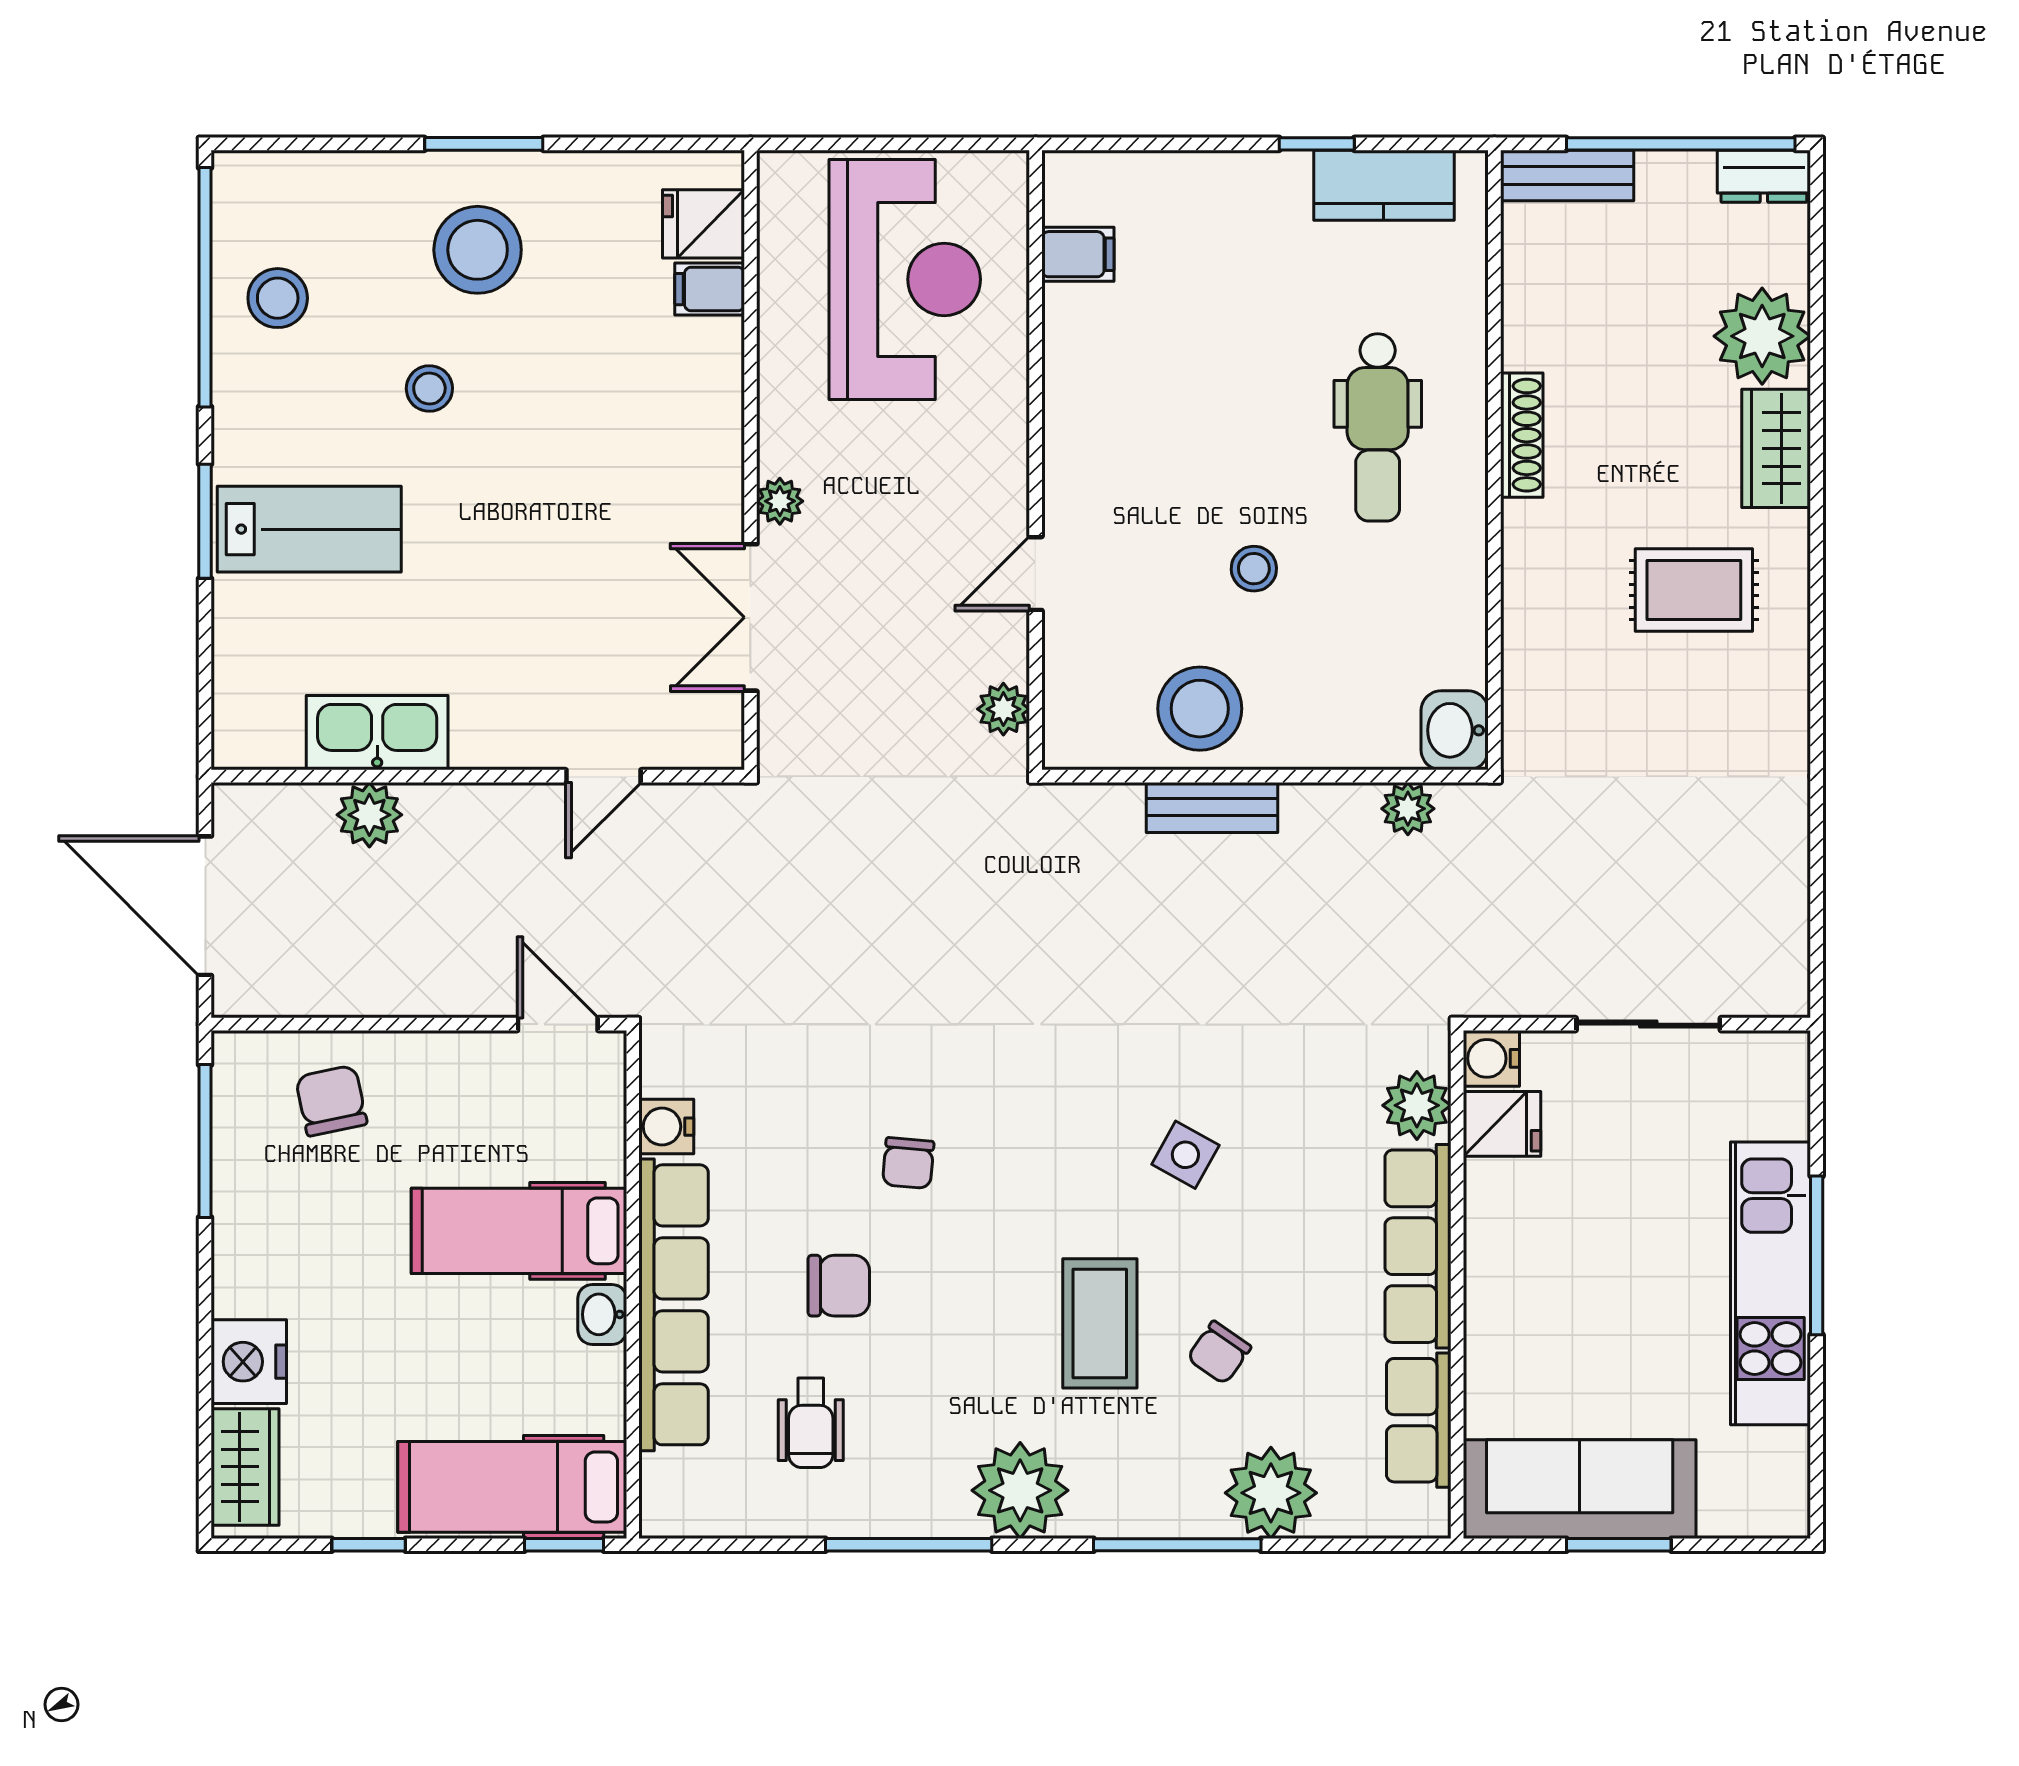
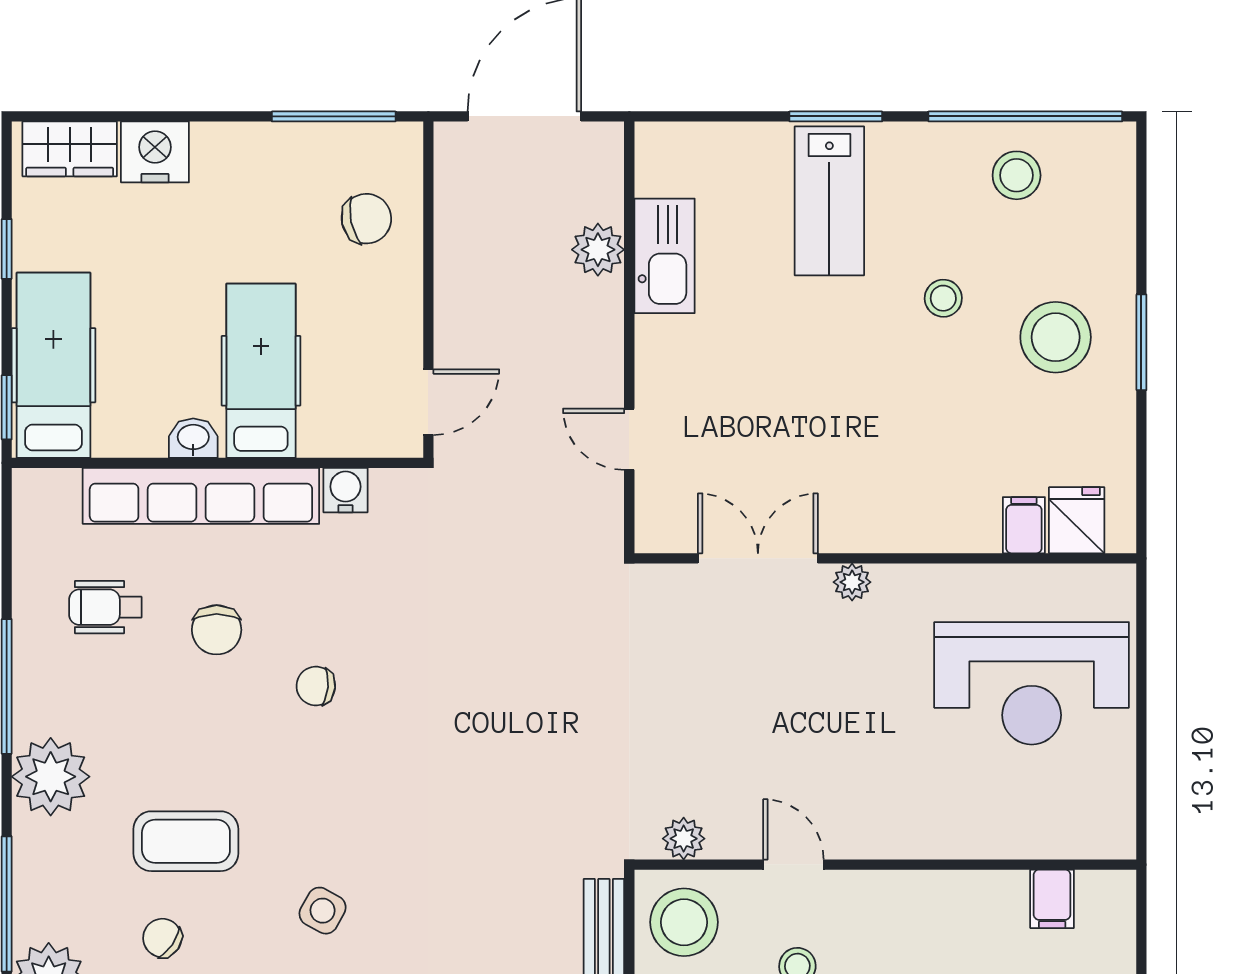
filing cabinet: (1078, 254) -> (1052, 899), moved
wall: (1036, 460) -> (885, 865), moved
door: (1036, 574) -> (793, 865), moved
plant: (1003, 709) -> (684, 839), moved

